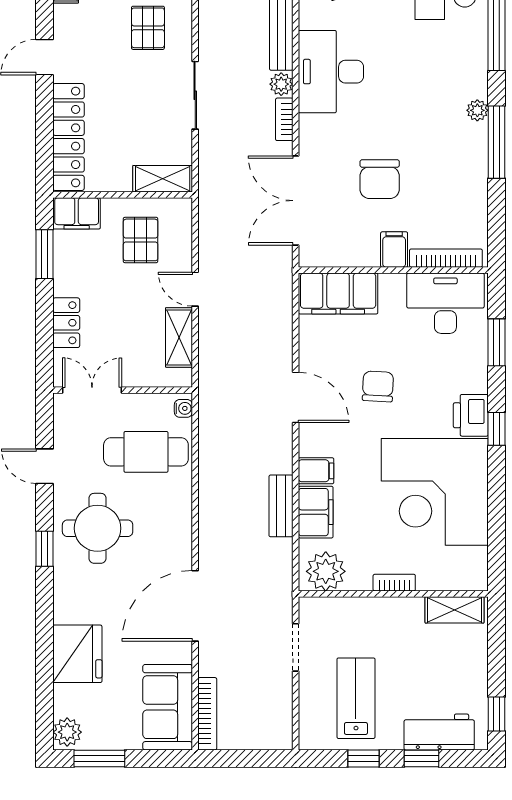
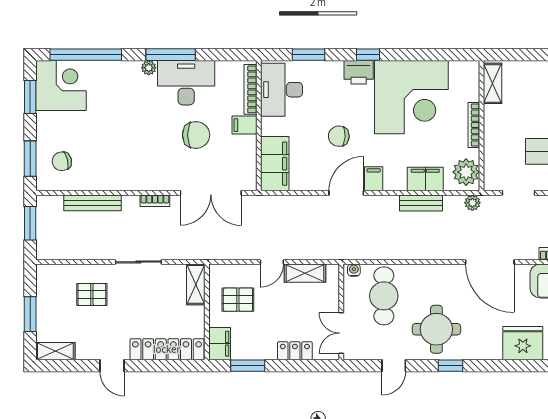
desk: (331, 72) -> (186, 83), moved, turned 180
plant: (281, 84) -> (472, 203), moved
filing cabinet: (316, 471) -> (374, 179), moved
bookcase: (394, 583) -> (474, 125), width x1.56

